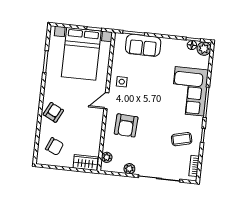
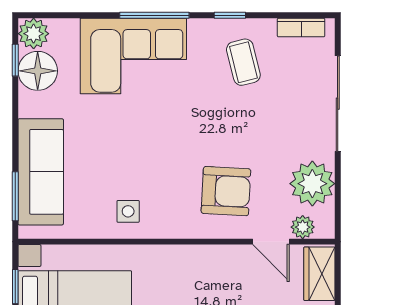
sofa: (143, 45) -> (41, 172), width x1.36
floor lamp: (192, 45) -> (38, 71), width x1.89, depth x1.89
door: (106, 101) -> (271, 242), moved
plant: (129, 169) -> (312, 184), width x1.87, depth x1.87

